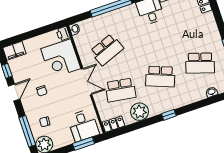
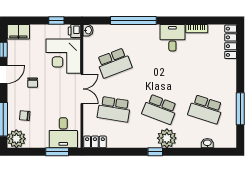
window: (44, 30) -> (56, 20), added
plant: (139, 112) -> (167, 138), moved

